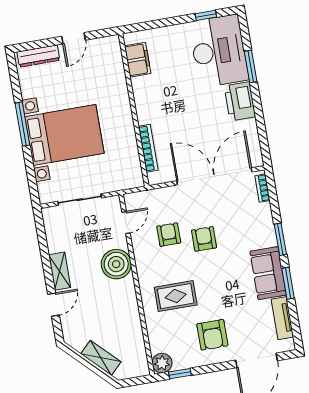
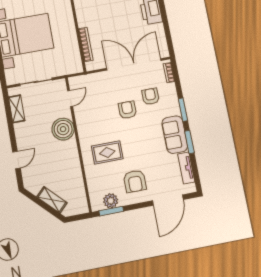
armchair: (169, 235) -> (151, 96), moved
shelving: (60, 271) -> (17, 109), moved
plant: (162, 363) -> (111, 201), moved
window: (180, 374) -> (111, 211), width x1.50

